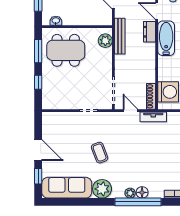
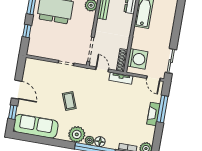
plant: (102, 189) -> (77, 134), moved

